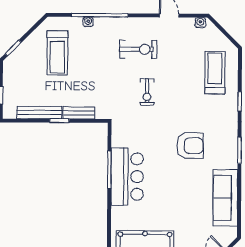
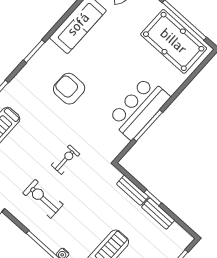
bench: (39, 113) -> (158, 214), width x0.73

